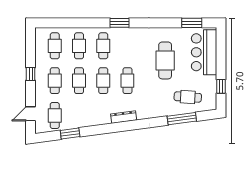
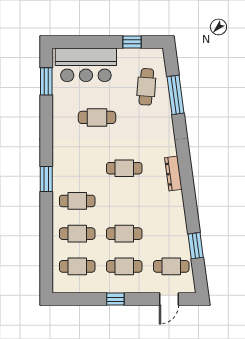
cafe table: (165, 60) -> (97, 117), width x0.73, depth x0.74
cafe table: (103, 81) -> (124, 201), removed
door: (31, 114) -> (169, 299), hinge flipped

